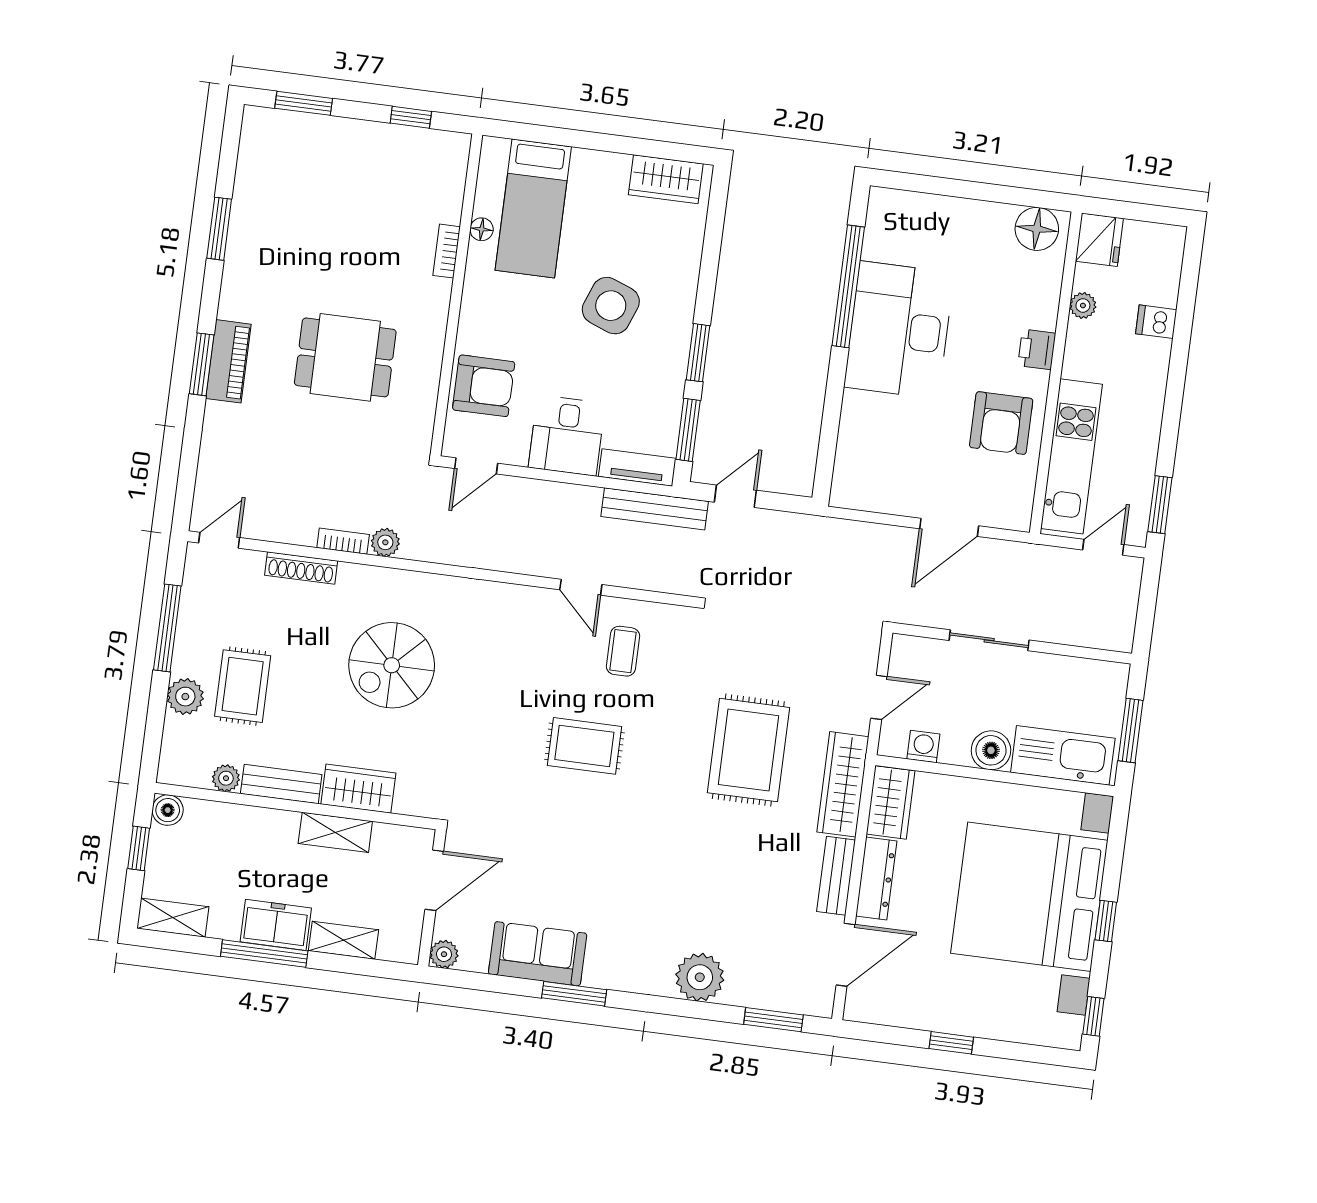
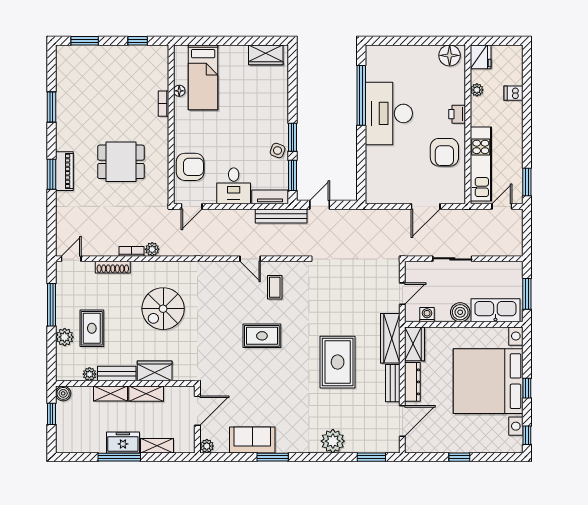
side table: (611, 306) -> (278, 150), moved, width x0.54, depth x0.54
rug: (748, 750) -> (338, 362), moved
shelving: (173, 918) -> (111, 393), moved

